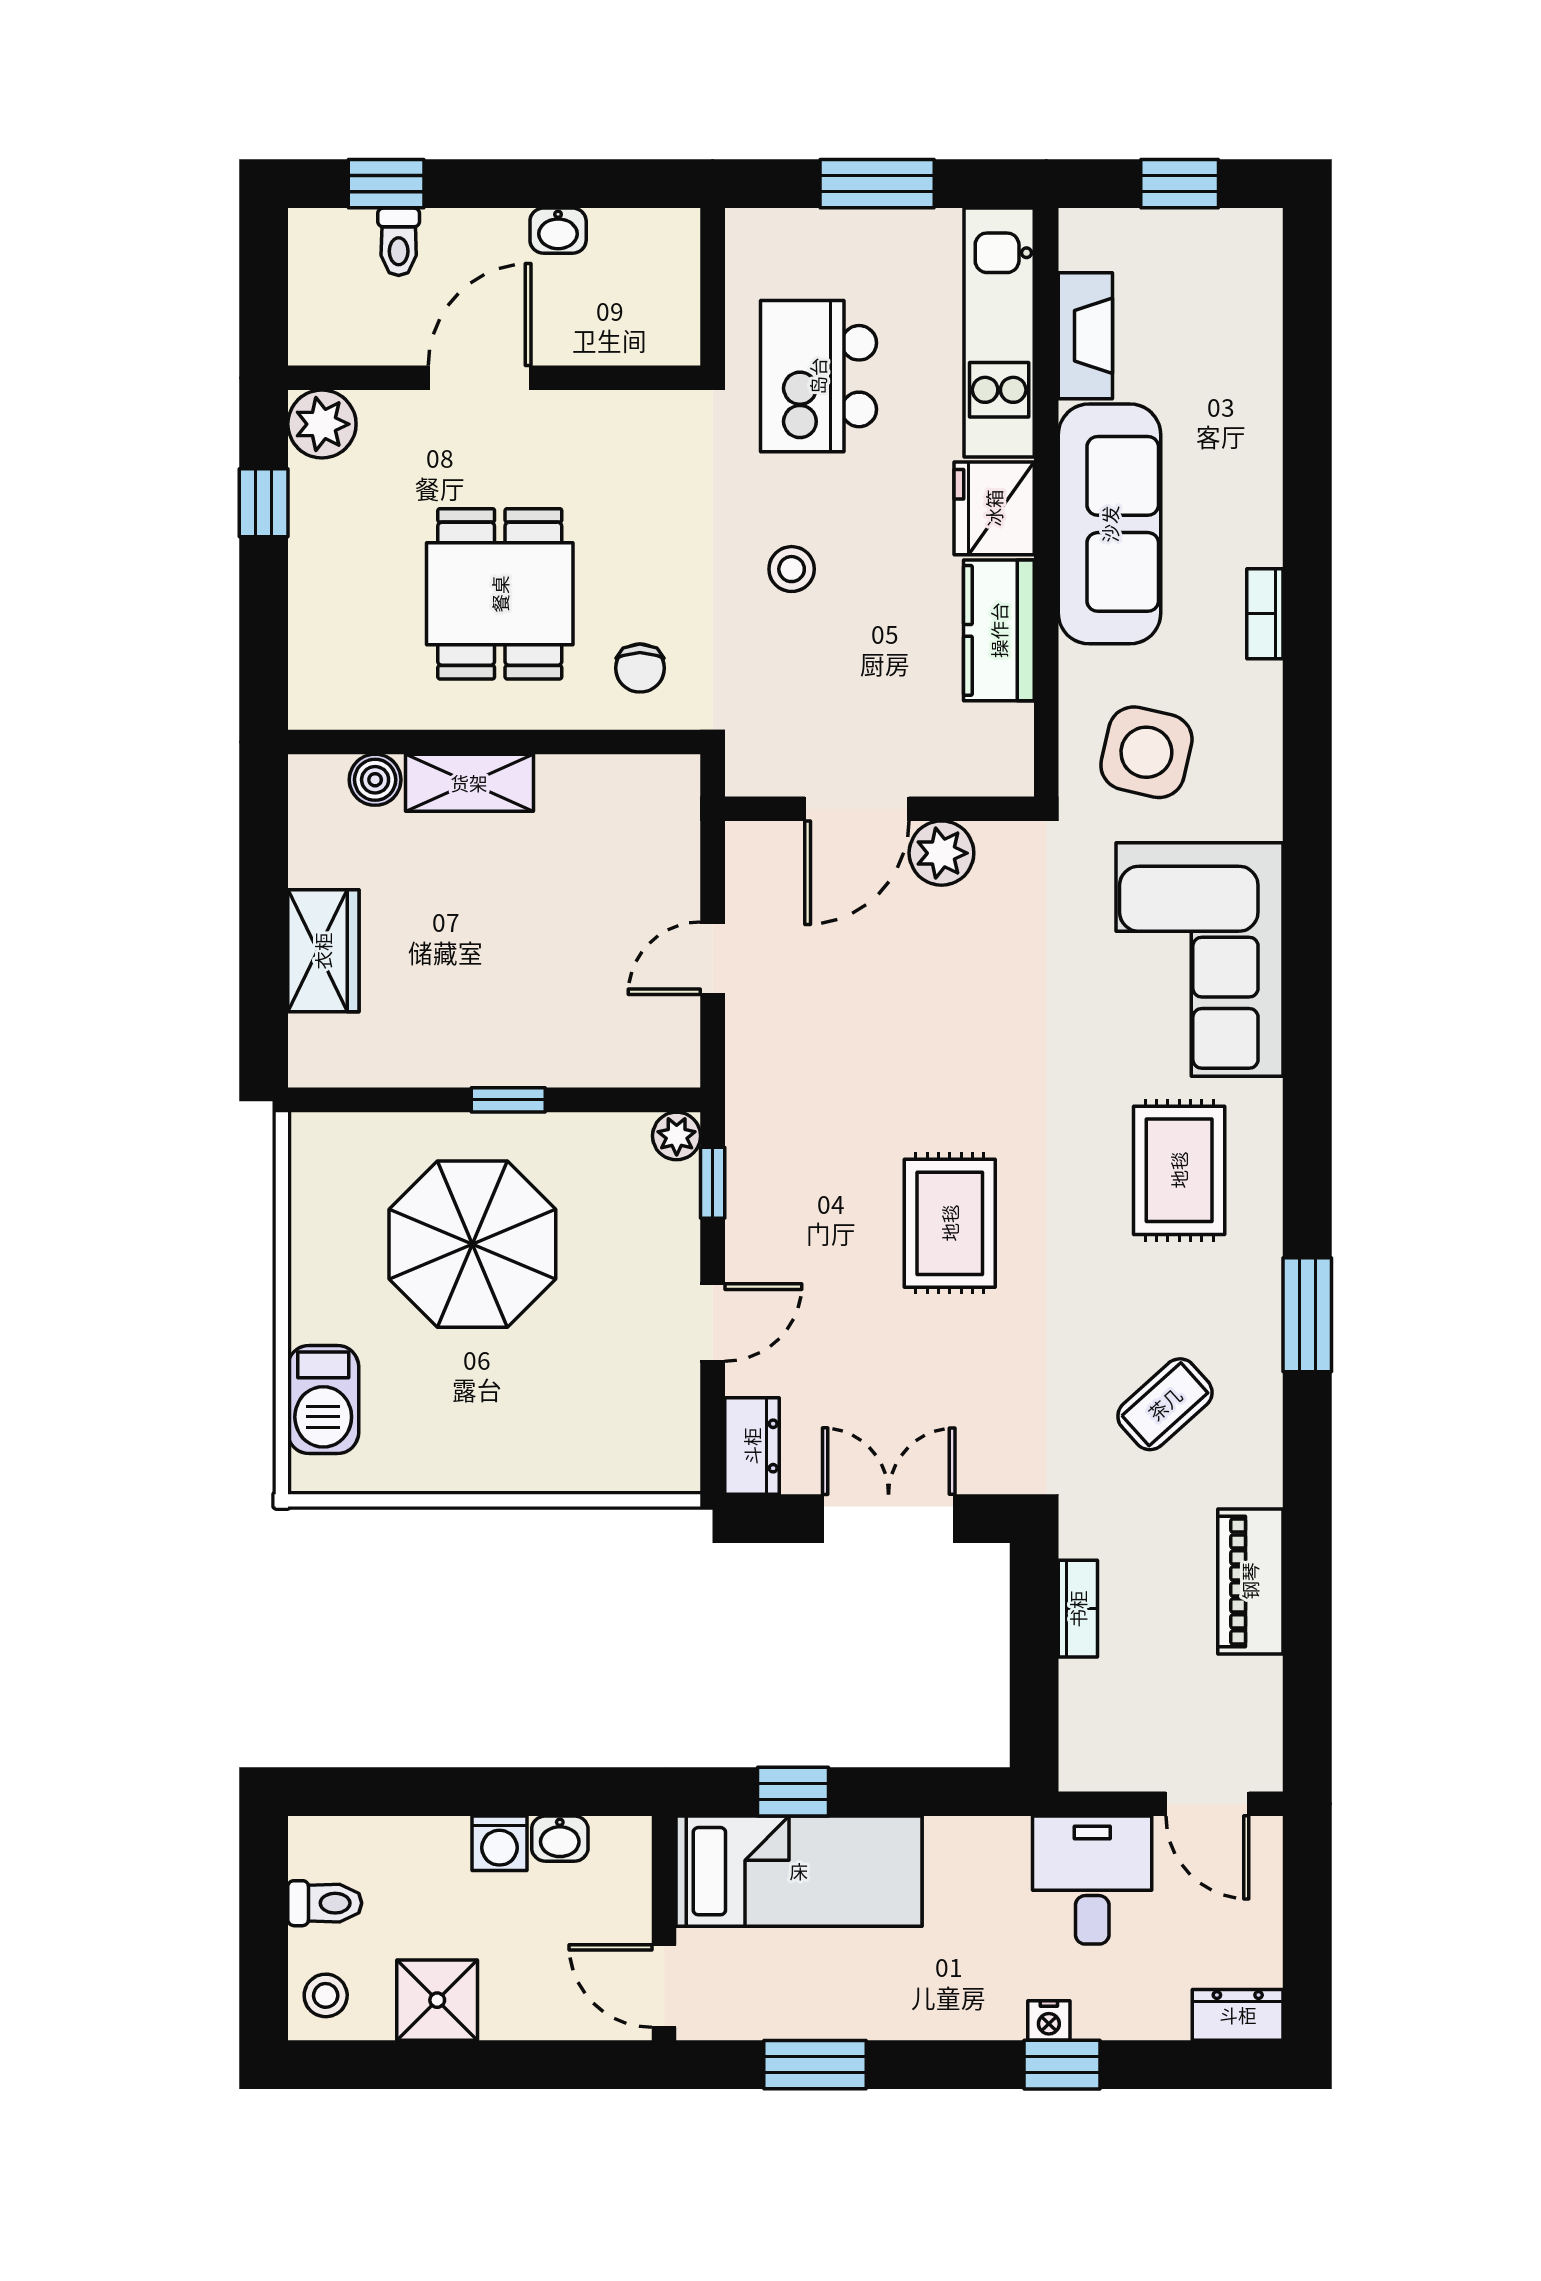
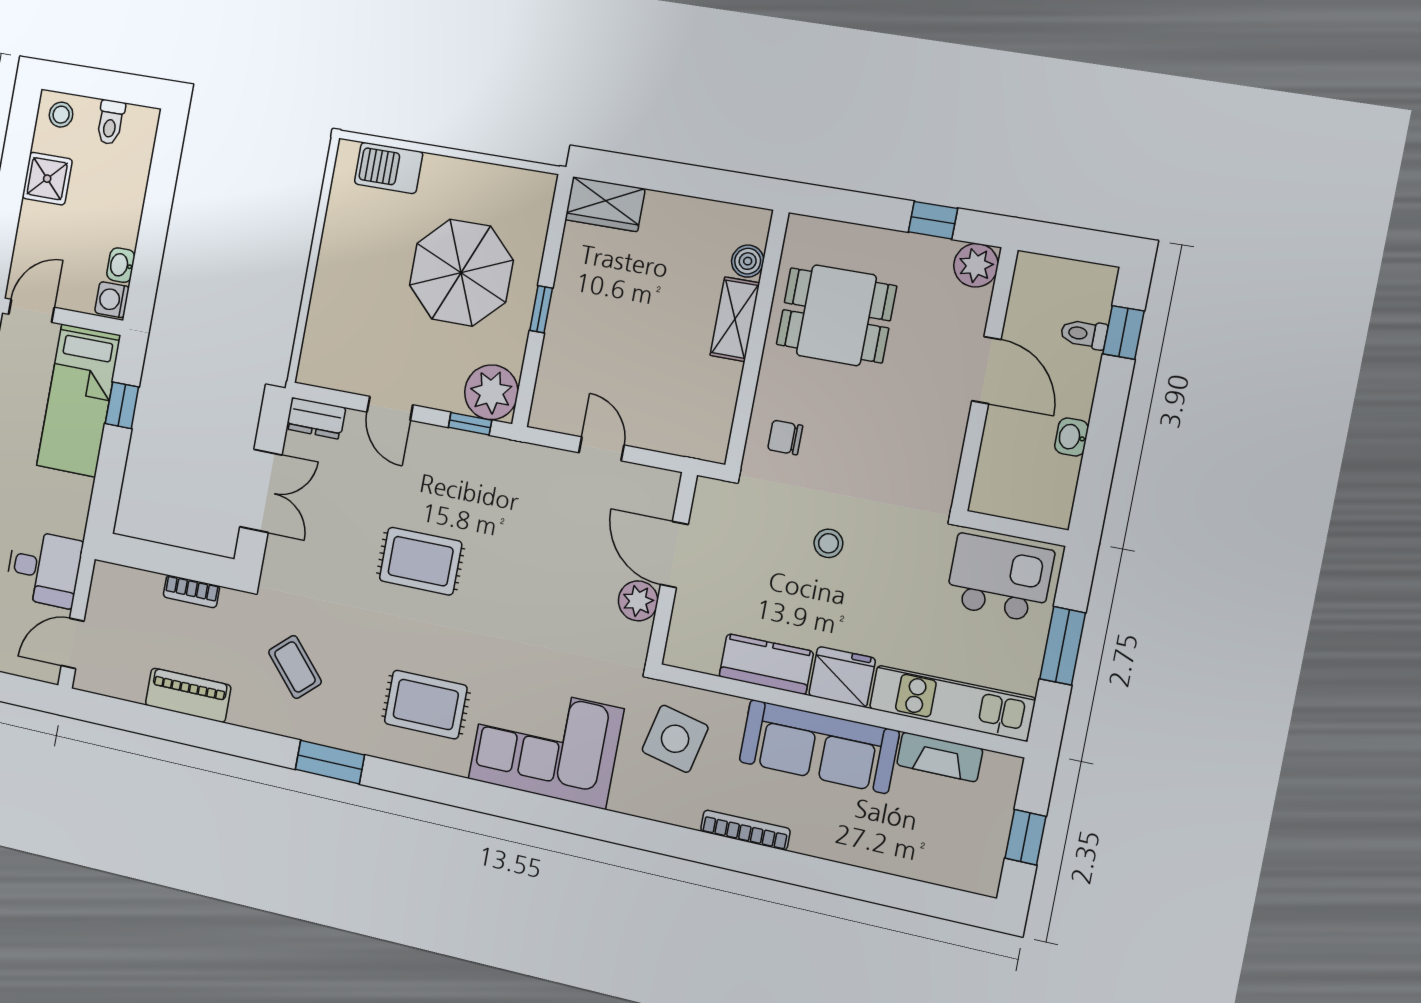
kitchen island: (818, 376) -> (1000, 578), moved
dining table: (500, 594) -> (836, 315), moved
bookcase: (1265, 614) -> (745, 830), width x1.56
wardrobe: (323, 951) -> (605, 204), moved
plant: (677, 1136) -> (491, 392), width x1.87, depth x1.87
washing machine: (500, 1843) -> (112, 300), moved

